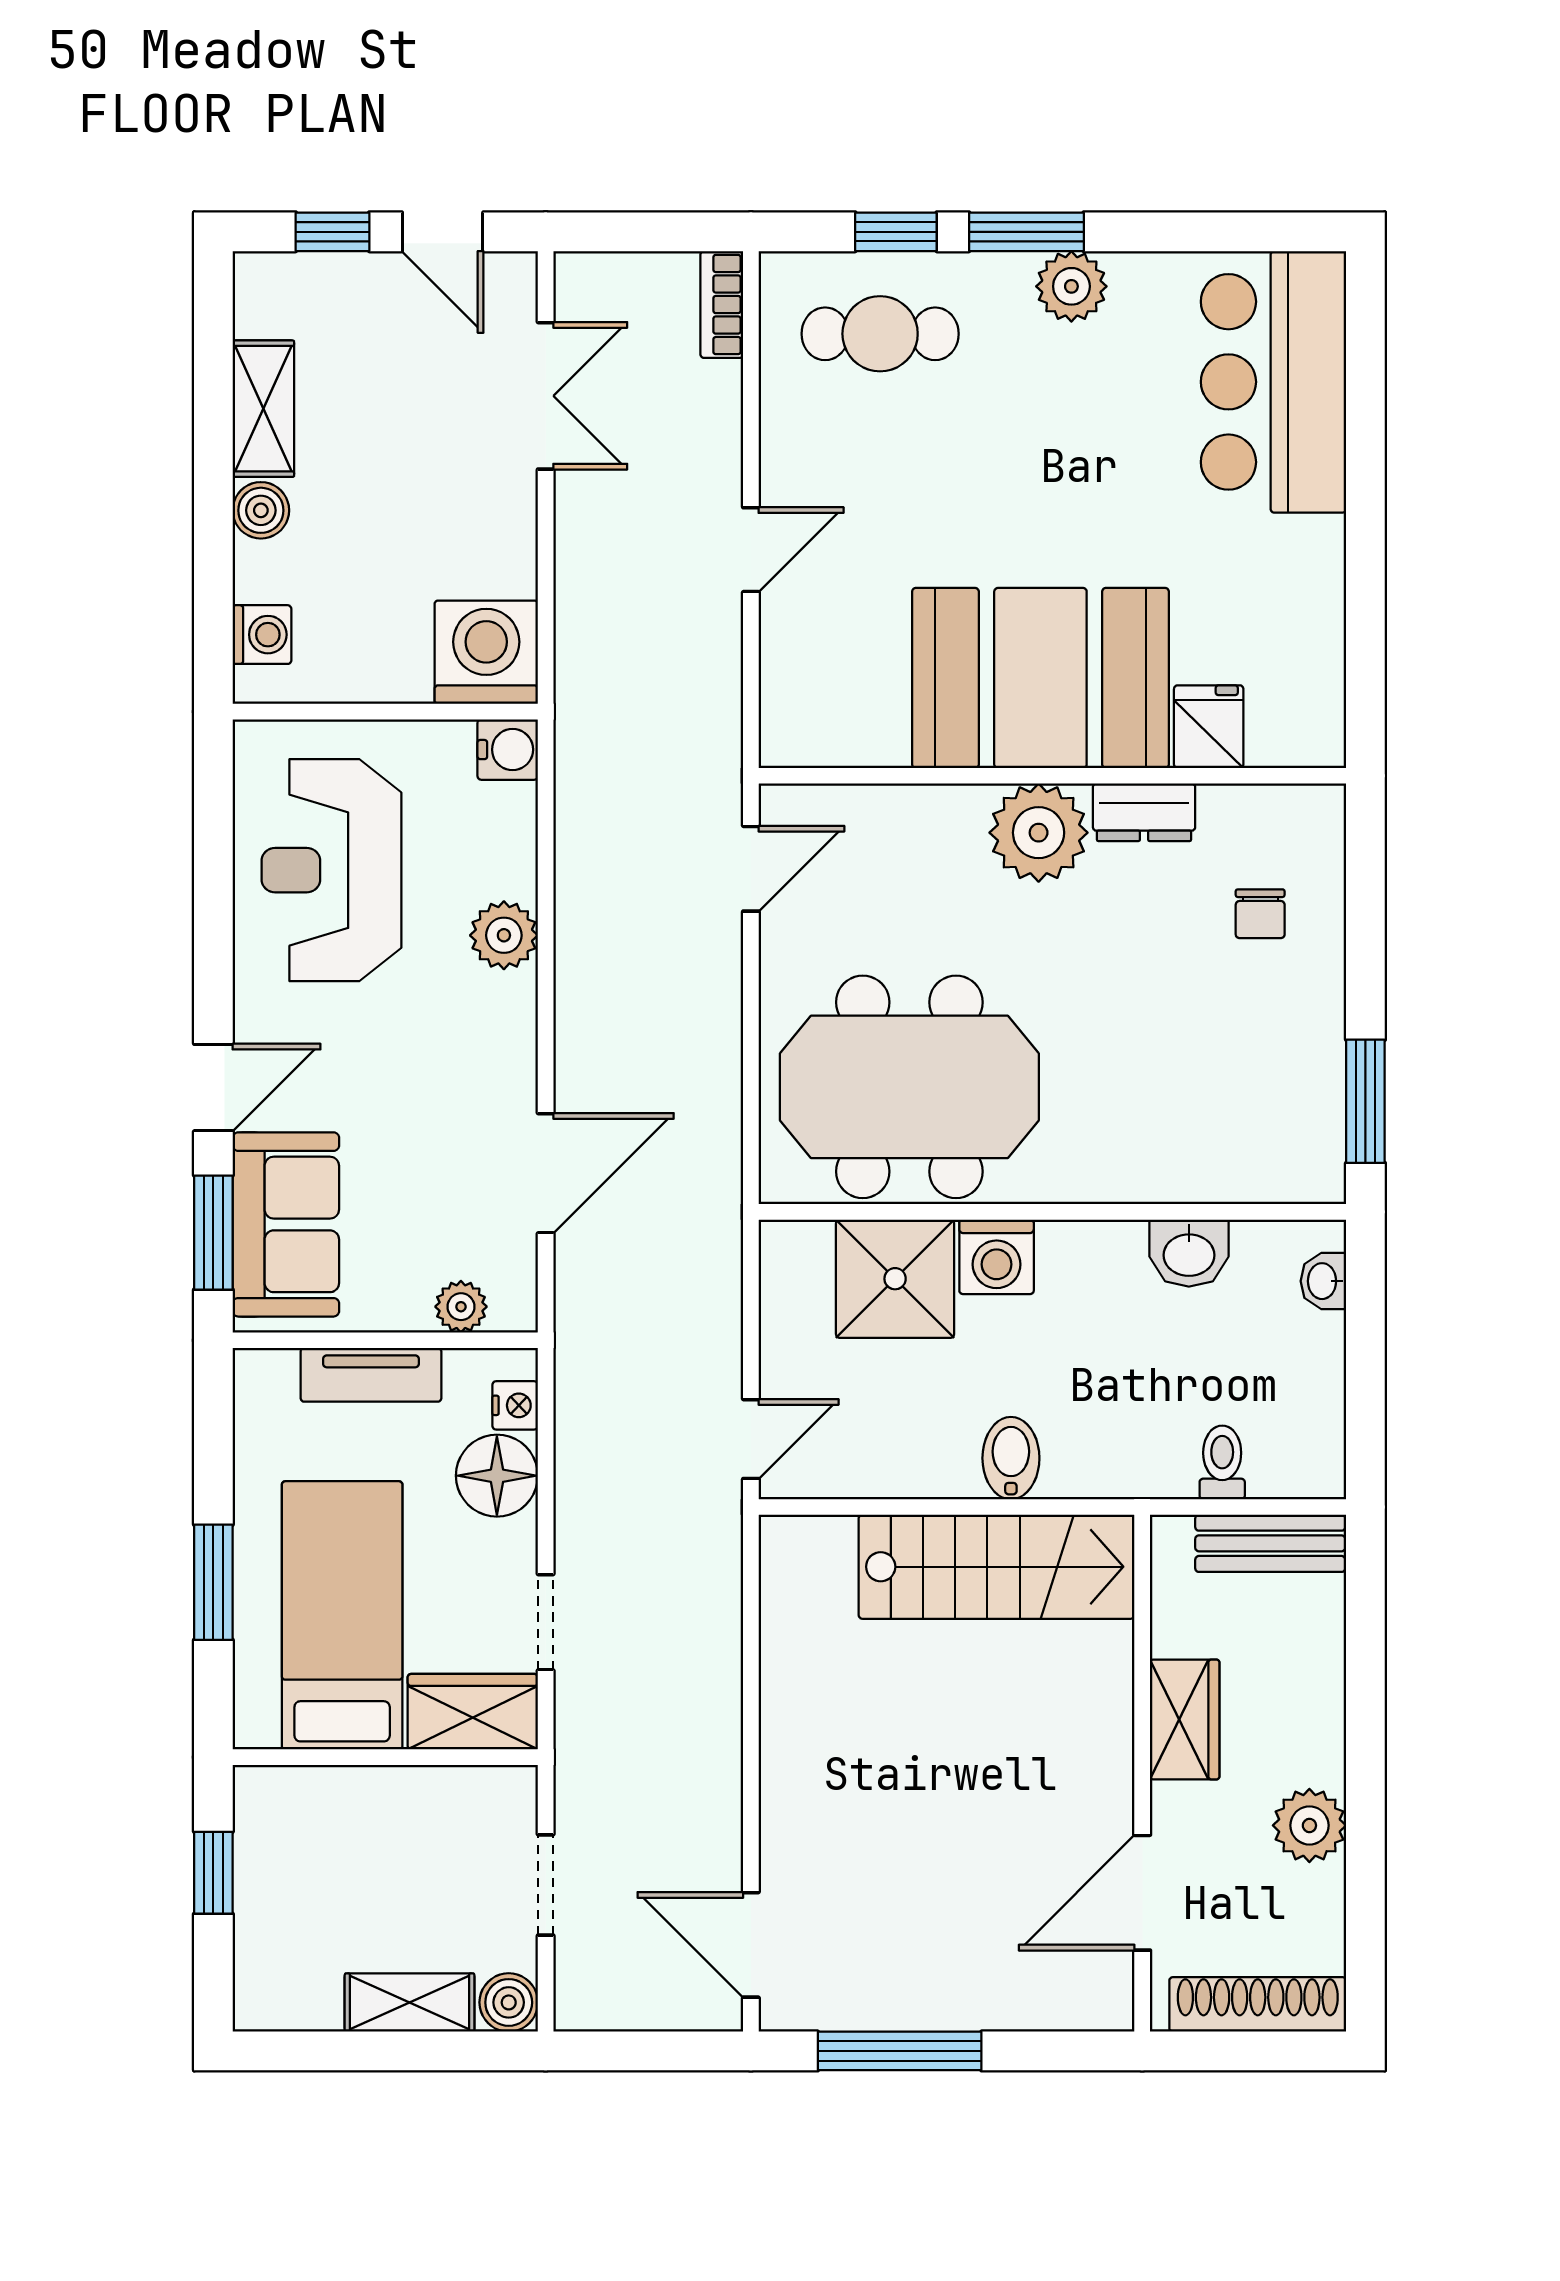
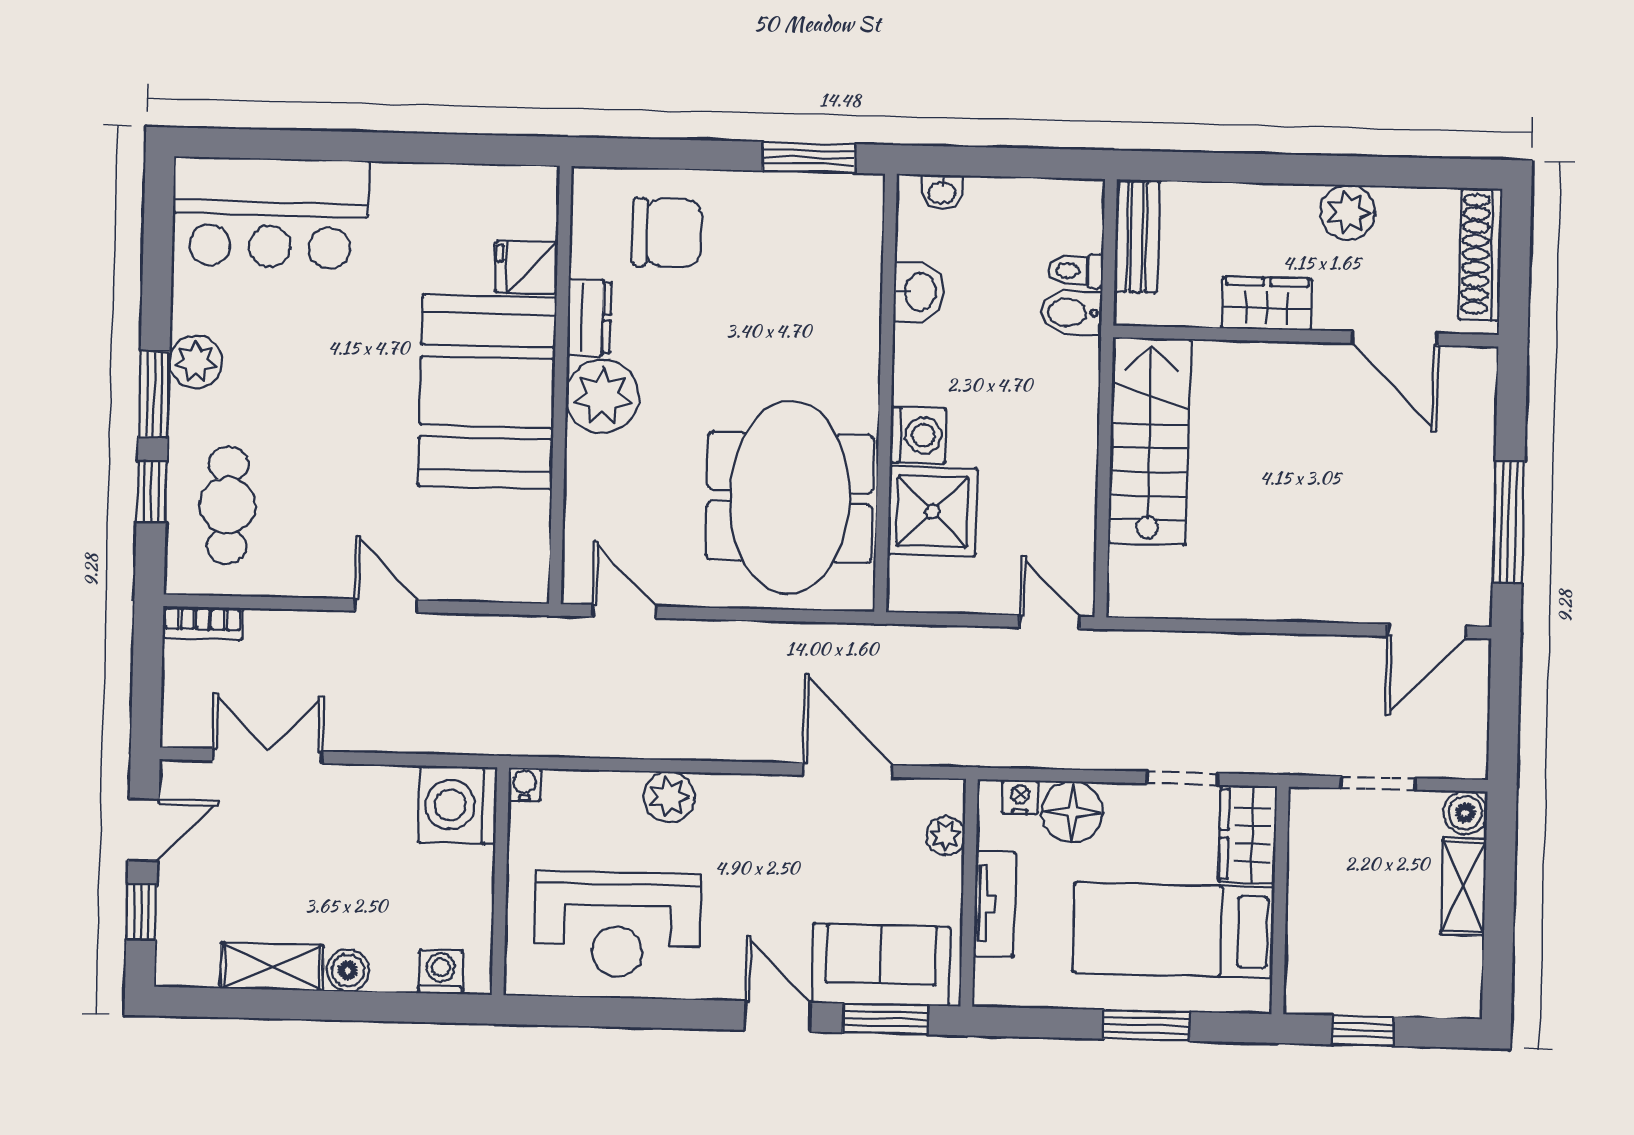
water cooler: (508, 750) -> (525, 784), width x0.72, depth x0.72
chair: (1260, 914) -> (667, 232), width x1.87, depth x1.87
bidet: (1011, 1458) -> (1071, 313), moved

